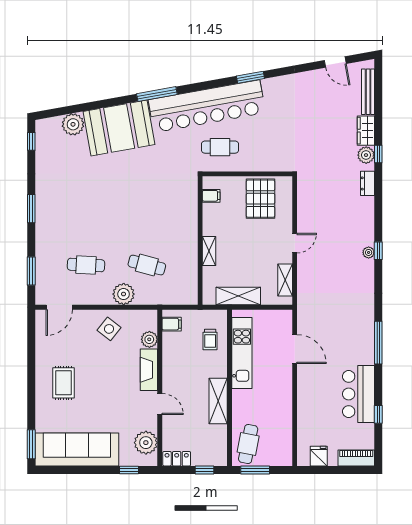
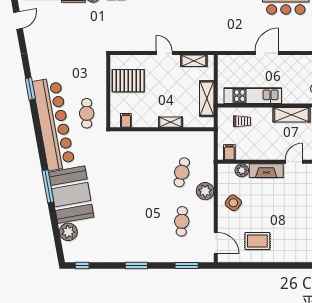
window: (157, 94) -> (48, 186), moved
door: (295, 349) -> (267, 53), moved
rug: (64, 383) -> (257, 241), moved

